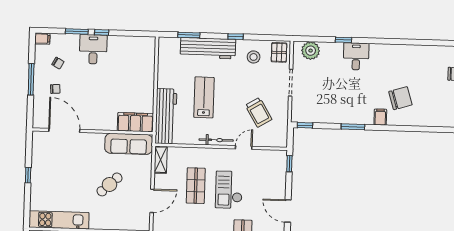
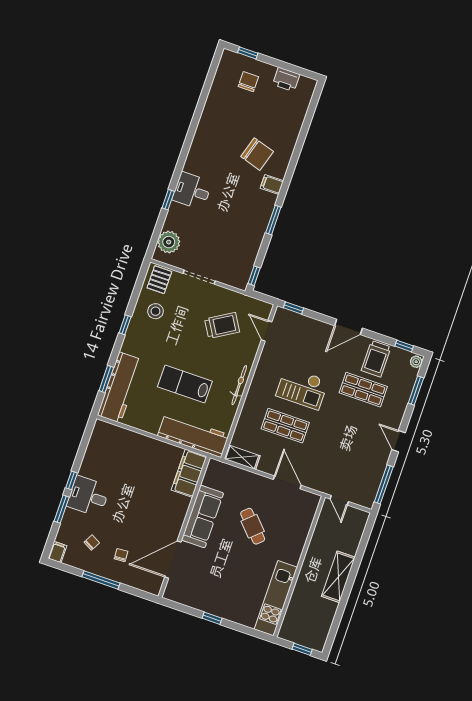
workbench: (208, 48) -> (120, 387), moved
pallet: (279, 52) -> (159, 280), turned 90
chair: (400, 98) -> (257, 154), turned 124
sofa: (129, 144) -> (203, 517), moved
door: (244, 148) -> (267, 331), moved

